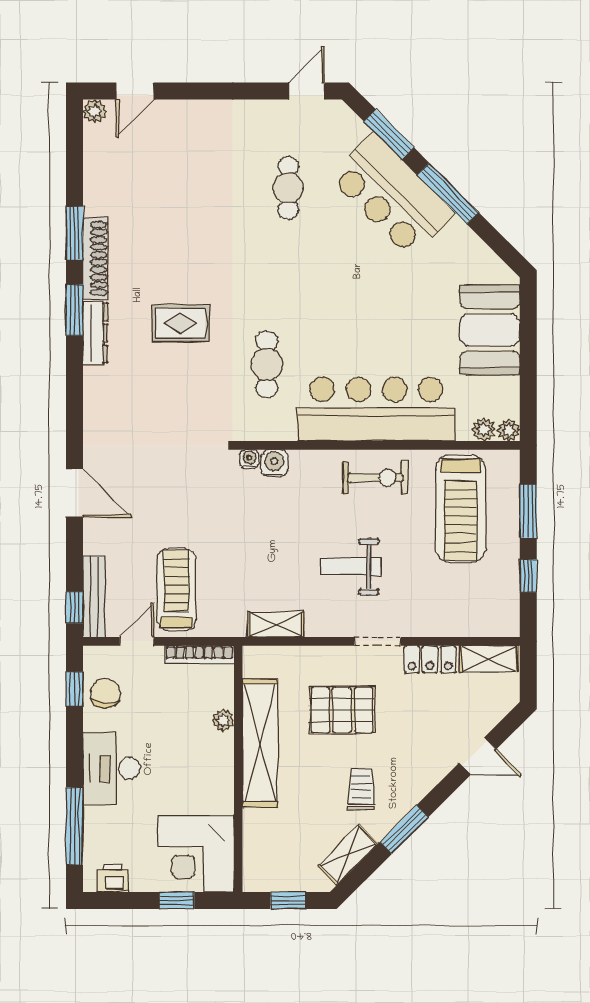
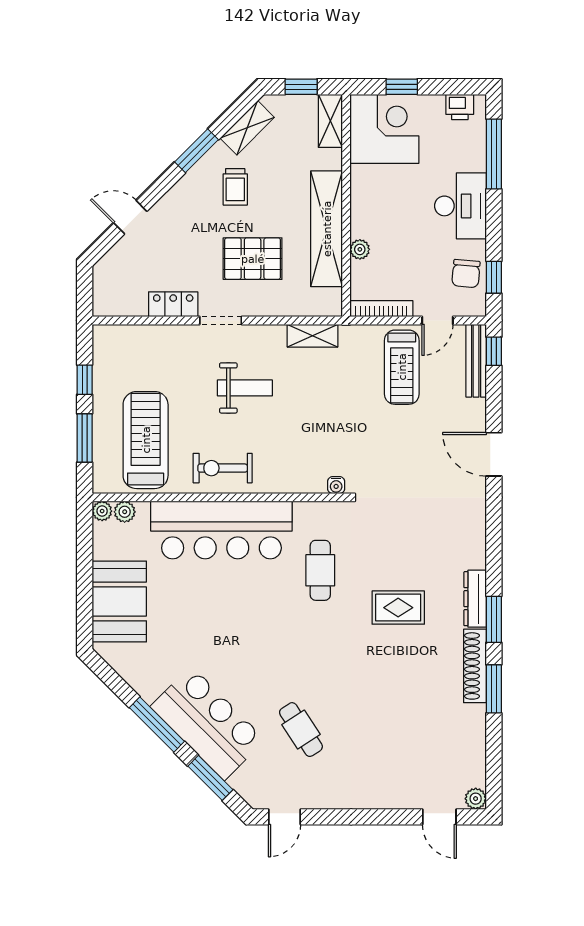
door: (135, 91) -> (439, 817), swing flipped
cafe table: (288, 188) -> (301, 730), turned -33
water cooler: (274, 463) -> (313, 481), removed
shelving: (489, 659) -> (330, 121), moved, turned 90

